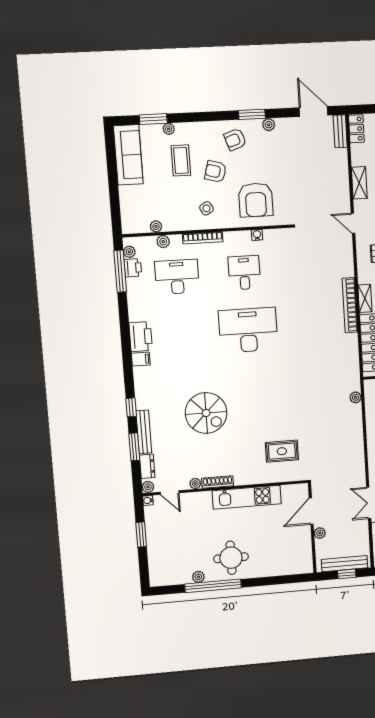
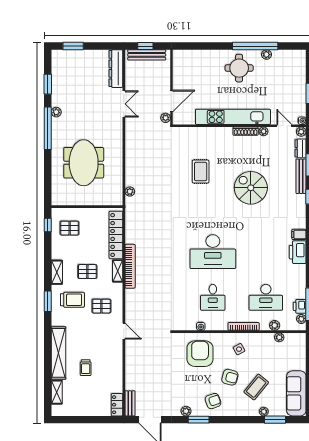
coffee table: (181, 160) -> (256, 387), turned 39
shelving: (359, 183) -> (117, 363), removed
rug: (282, 451) -> (201, 172), moved, turned 90
kitchen unit: (247, 497) -> (233, 117), width x1.36
plant: (320, 533) -> (166, 118), moved

